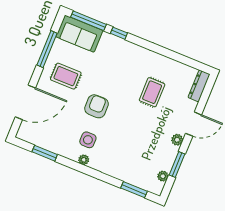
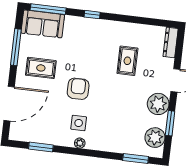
window: (119, 33) -> (92, 15), moved
plant: (177, 140) -> (158, 104), width x1.87, depth x1.87
plant: (163, 176) -> (155, 138), width x1.88, depth x1.88

